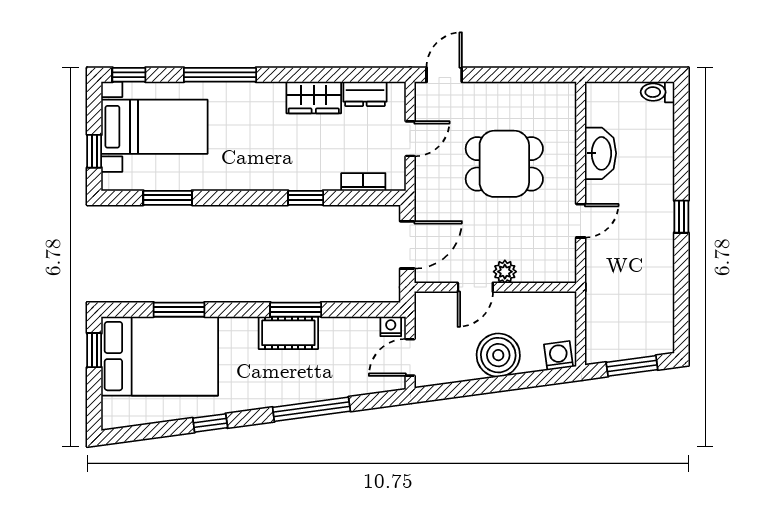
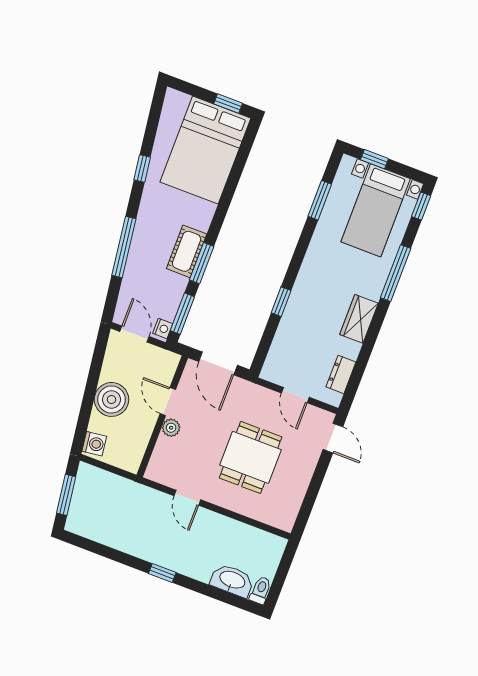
wardrobe: (314, 98) -> (359, 319), moved
washbasin: (601, 153) -> (232, 580), moved, turned 180
bookcase: (363, 182) -> (277, 349), removed
window: (179, 310) -> (182, 314), moved

